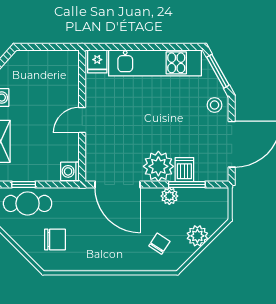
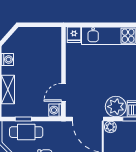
door: (82, 120) -> (64, 92), moved
plant: (169, 196) -> (110, 127), moved

